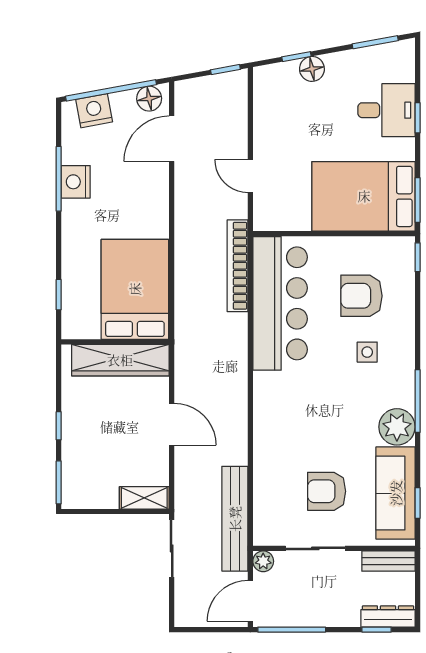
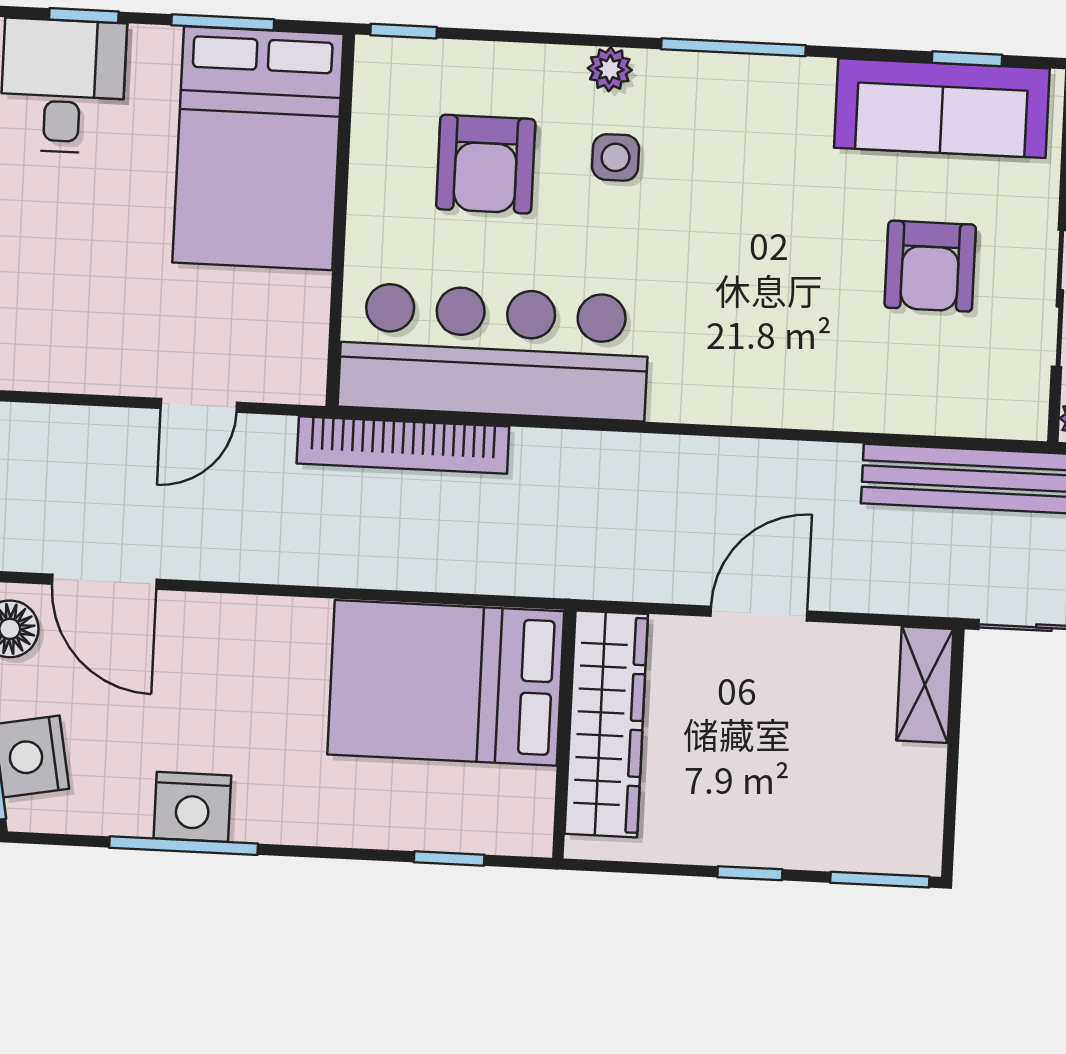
window: (418, 200) -> (223, 22), moved
plant: (397, 427) -> (610, 69), moved, width x0.53, depth x0.53

